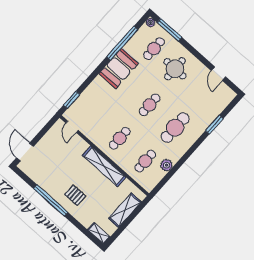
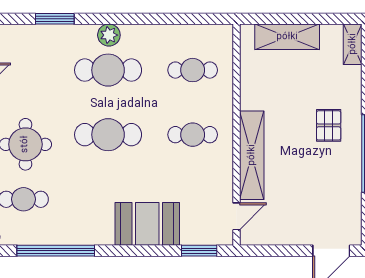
booth: (119, 69) -> (147, 224), moved
cafe table: (150, 105) -> (108, 135), width x1.37, depth x1.35
plant: (167, 165) -> (109, 35), moved
shelving: (104, 166) -> (252, 155), moved

